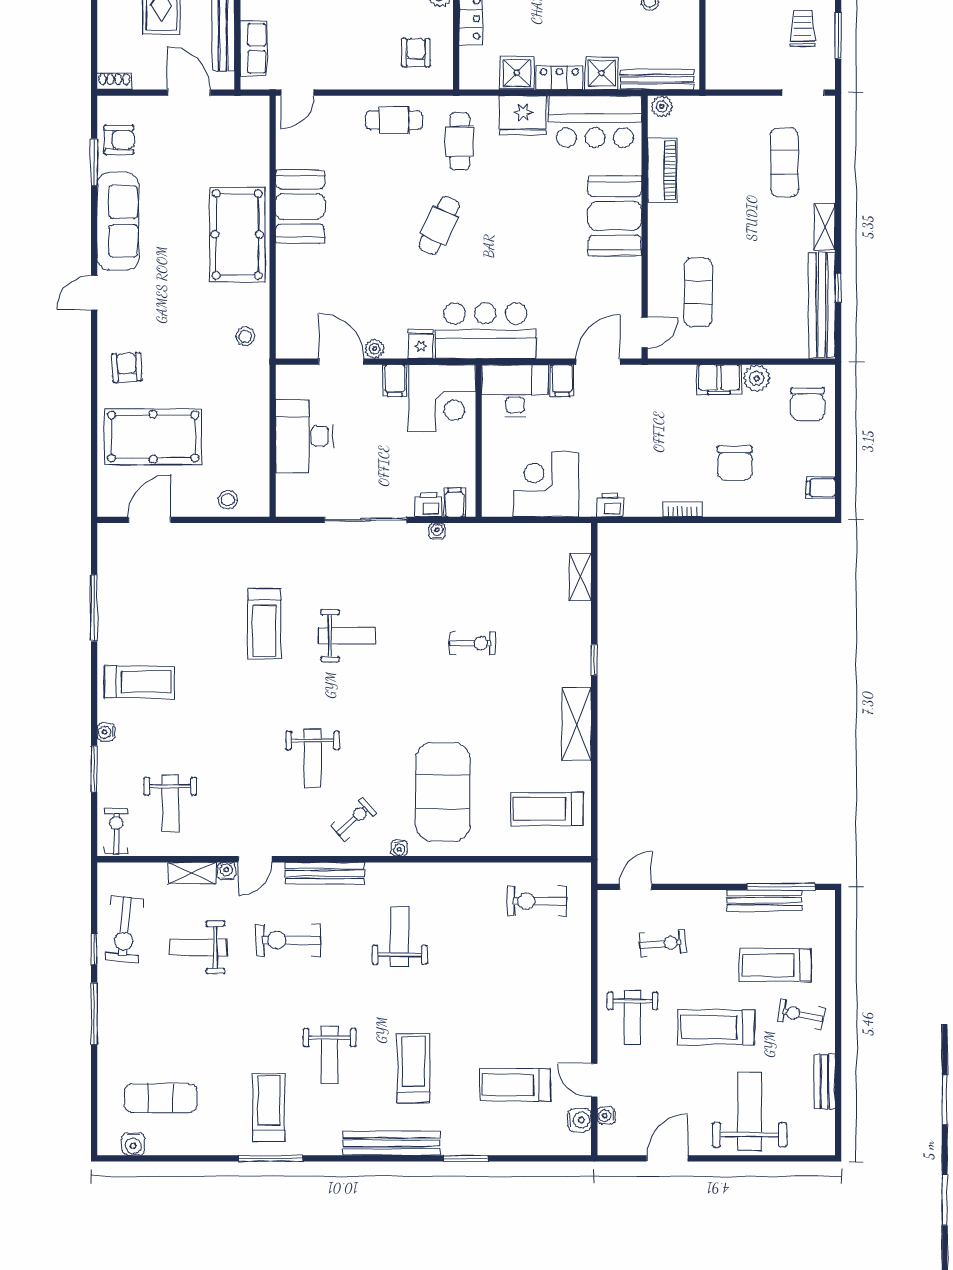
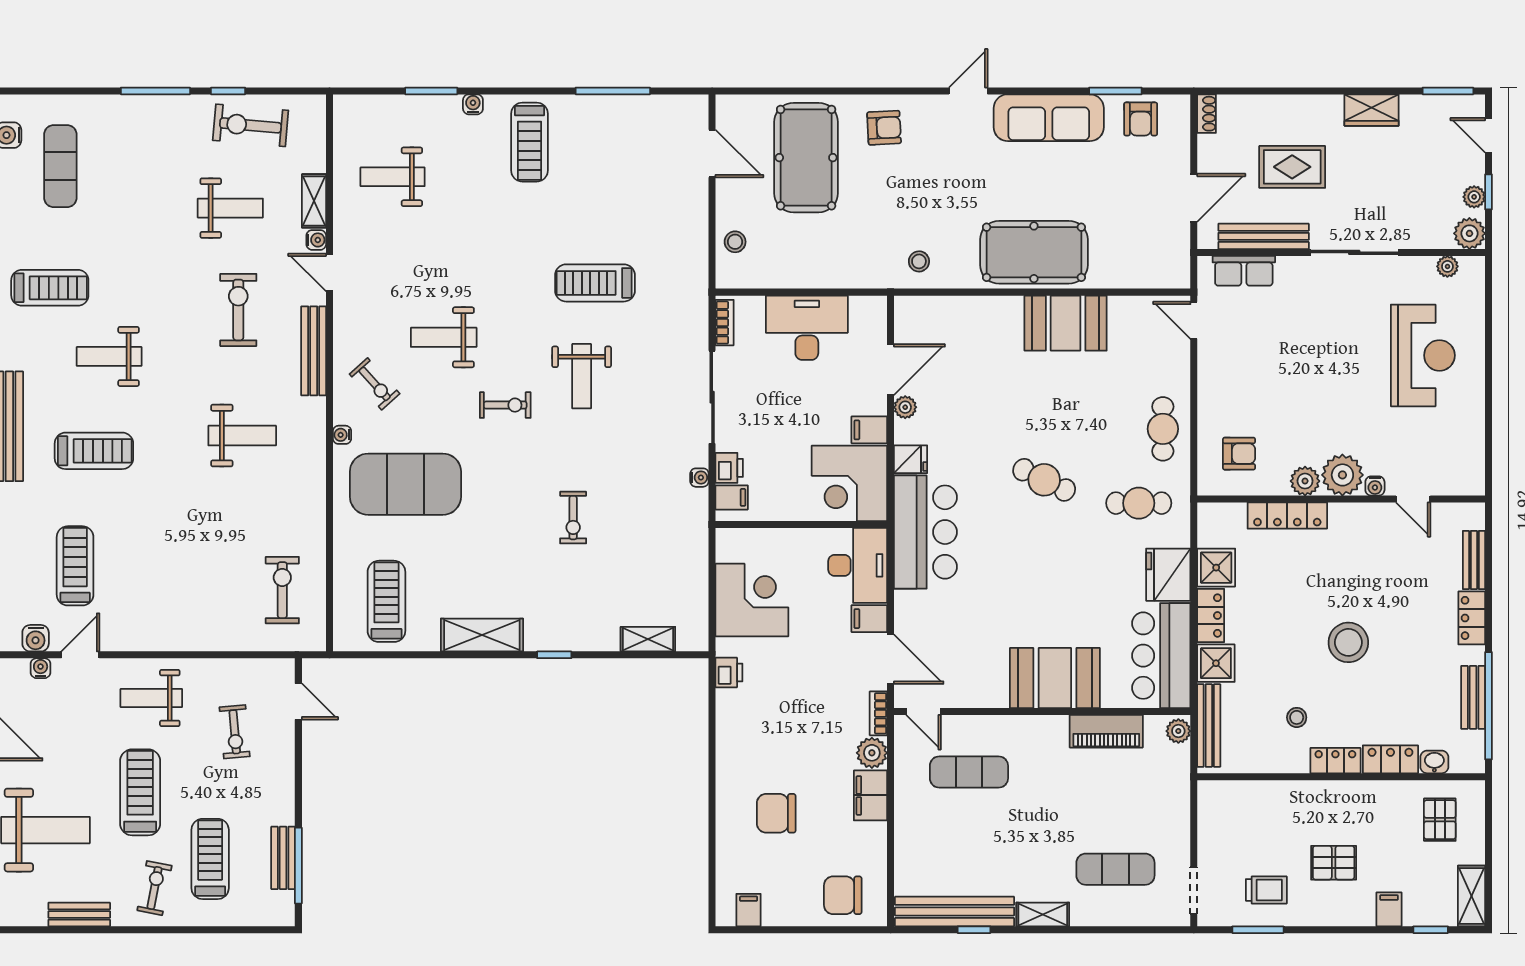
door: (94, 293) -> (968, 91), hinge flipped
plant: (757, 378) -> (872, 753), moved
bookcase: (300, 509) -> (725, 323), added
bookcase: (683, 509) -> (878, 713), moved, turned 180
exercise bike: (116, 831) -> (505, 405), moved
bench: (764, 900) -> (283, 858), width x0.73
weight bench: (198, 947) -> (230, 208), turned 90

